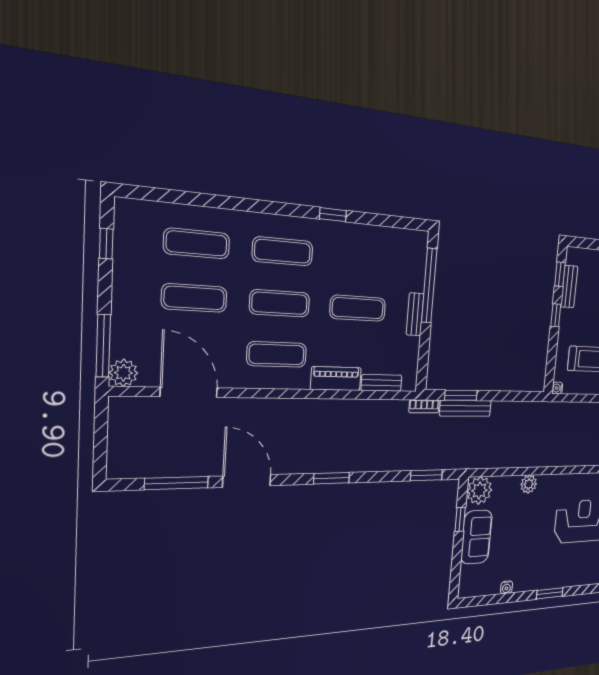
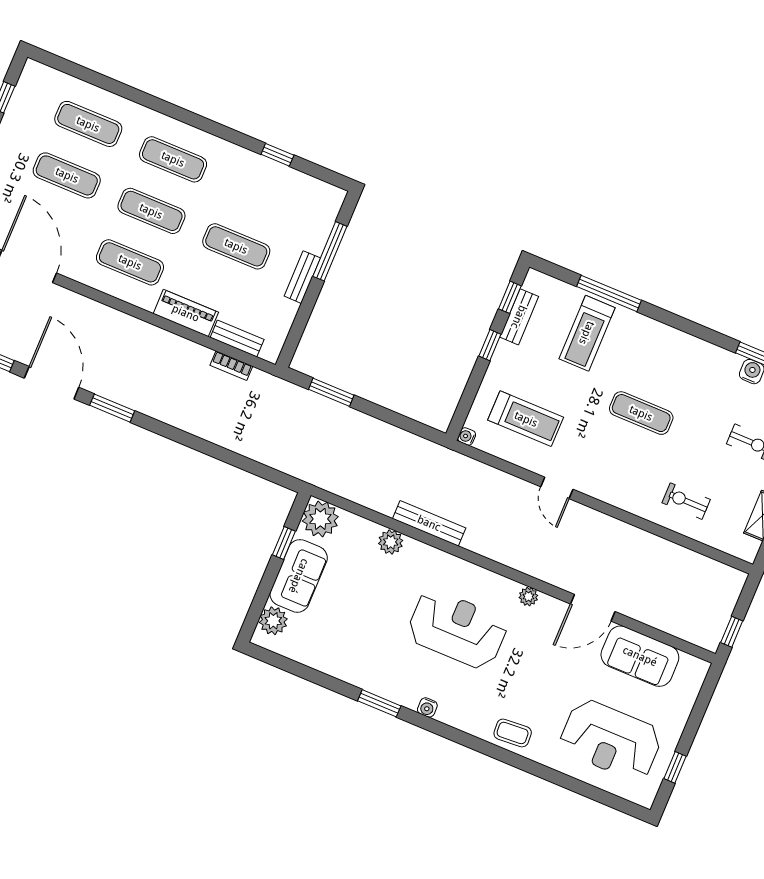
window: (333, 215) -> (277, 155), moved
window: (429, 286) -> (330, 251), width x0.68
bookcase: (424, 406) -> (231, 366), moved
bench: (465, 408) -> (429, 523), moved
window: (426, 475) -> (258, 469), removed
window: (332, 478) -> (112, 408), moved
plant: (469, 576) -> (273, 621), added
water cooler: (506, 587) -> (427, 707), moved

